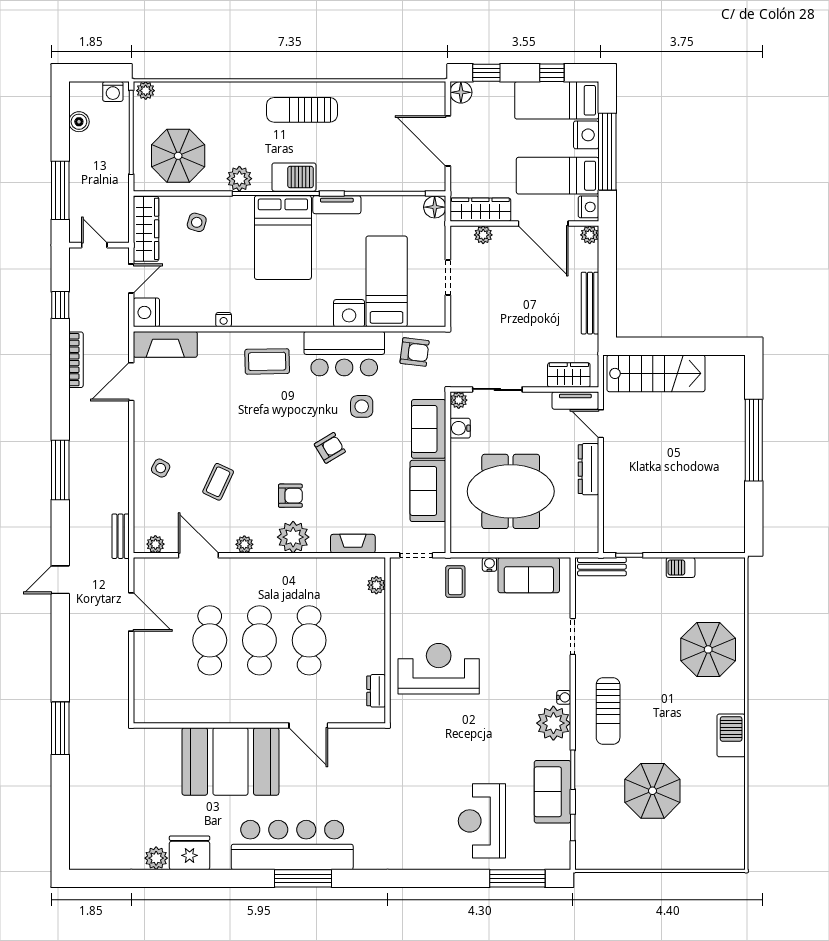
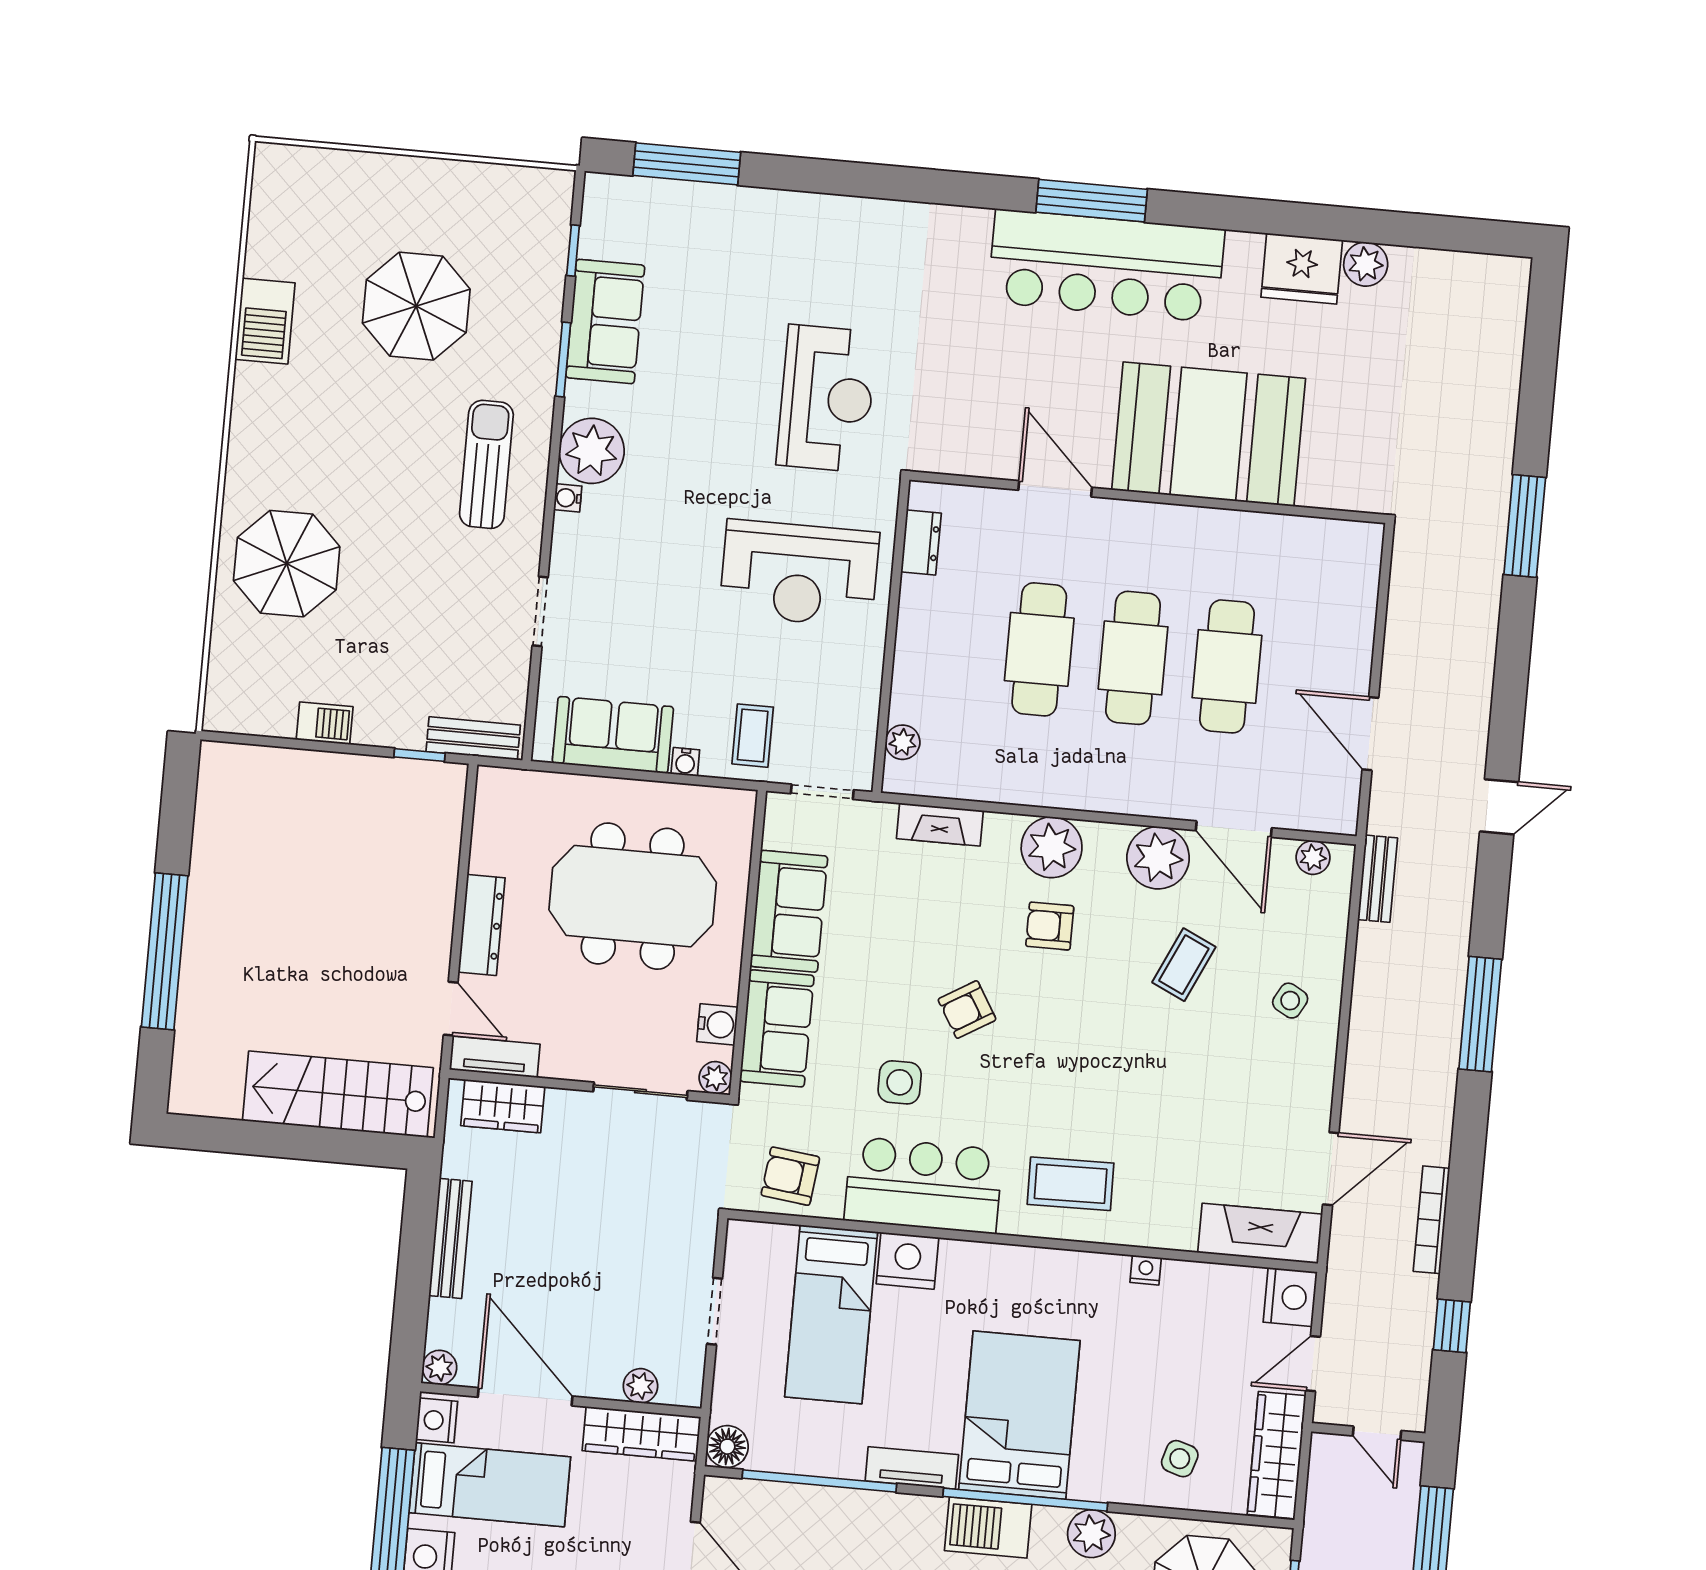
plant: (244, 544) -> (1158, 858), width x1.87, depth x1.87
barbecue: (731, 735) -> (265, 321), moved
reception desk: (482, 821) -> (827, 398), moved

